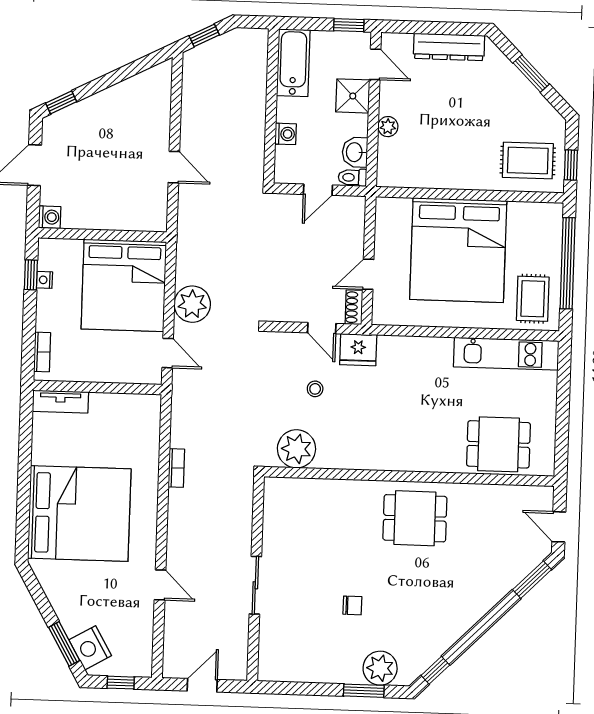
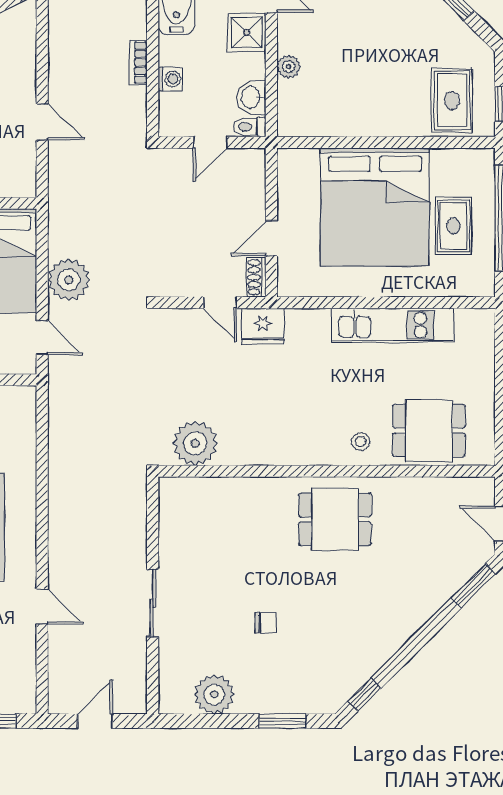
rug: (528, 161) -> (452, 101), turned 90
rug: (533, 299) -> (453, 226), moved
kitchen unit: (506, 354) -> (392, 325), moved
stool: (315, 389) -> (361, 442), moved
bookcase: (176, 468) -> (138, 62), moved, turned 180
plant: (380, 668) -> (214, 694), moved

